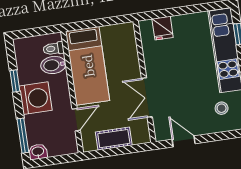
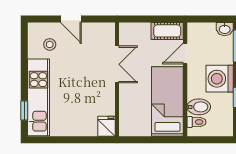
fridge: (163, 28) -> (106, 126), moved
cot: (114, 139) -> (167, 31), moved
door: (184, 141) -> (71, 19), moved

